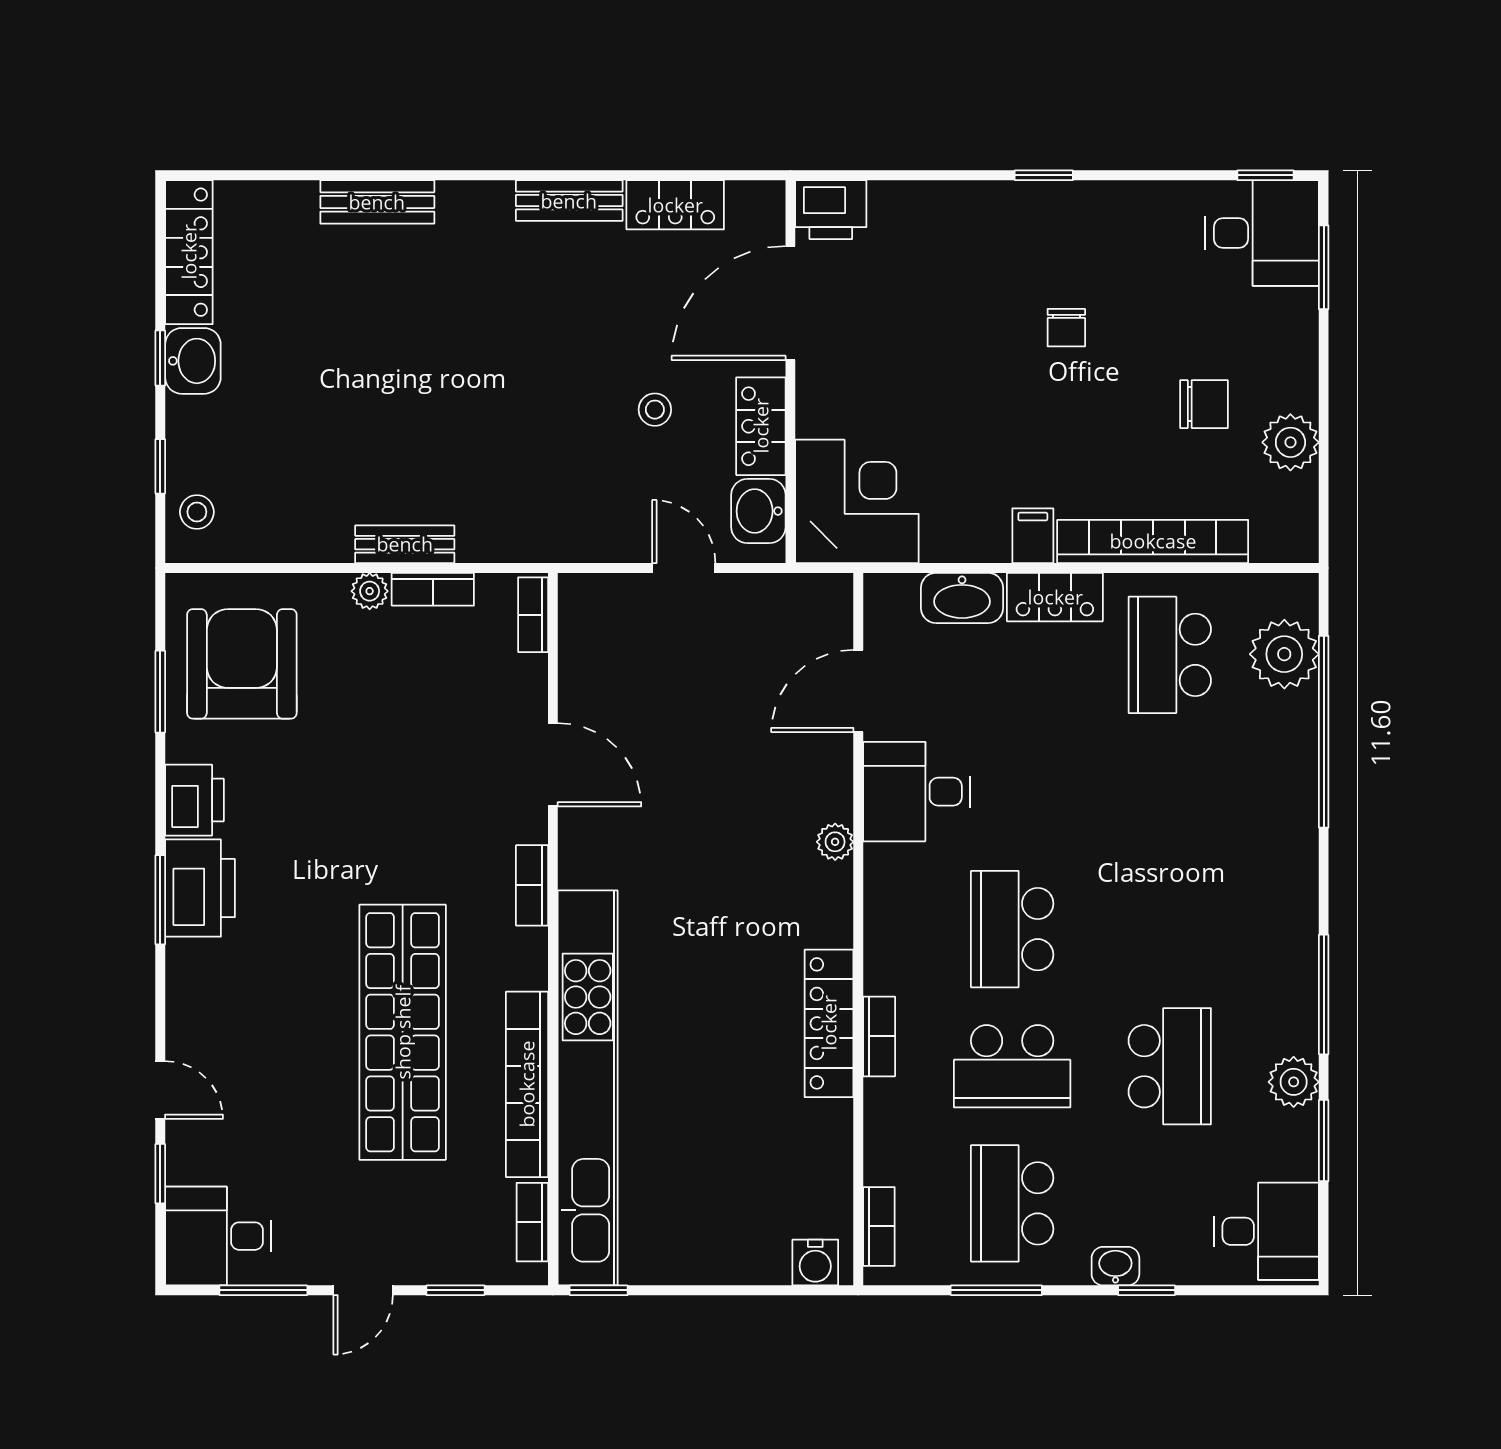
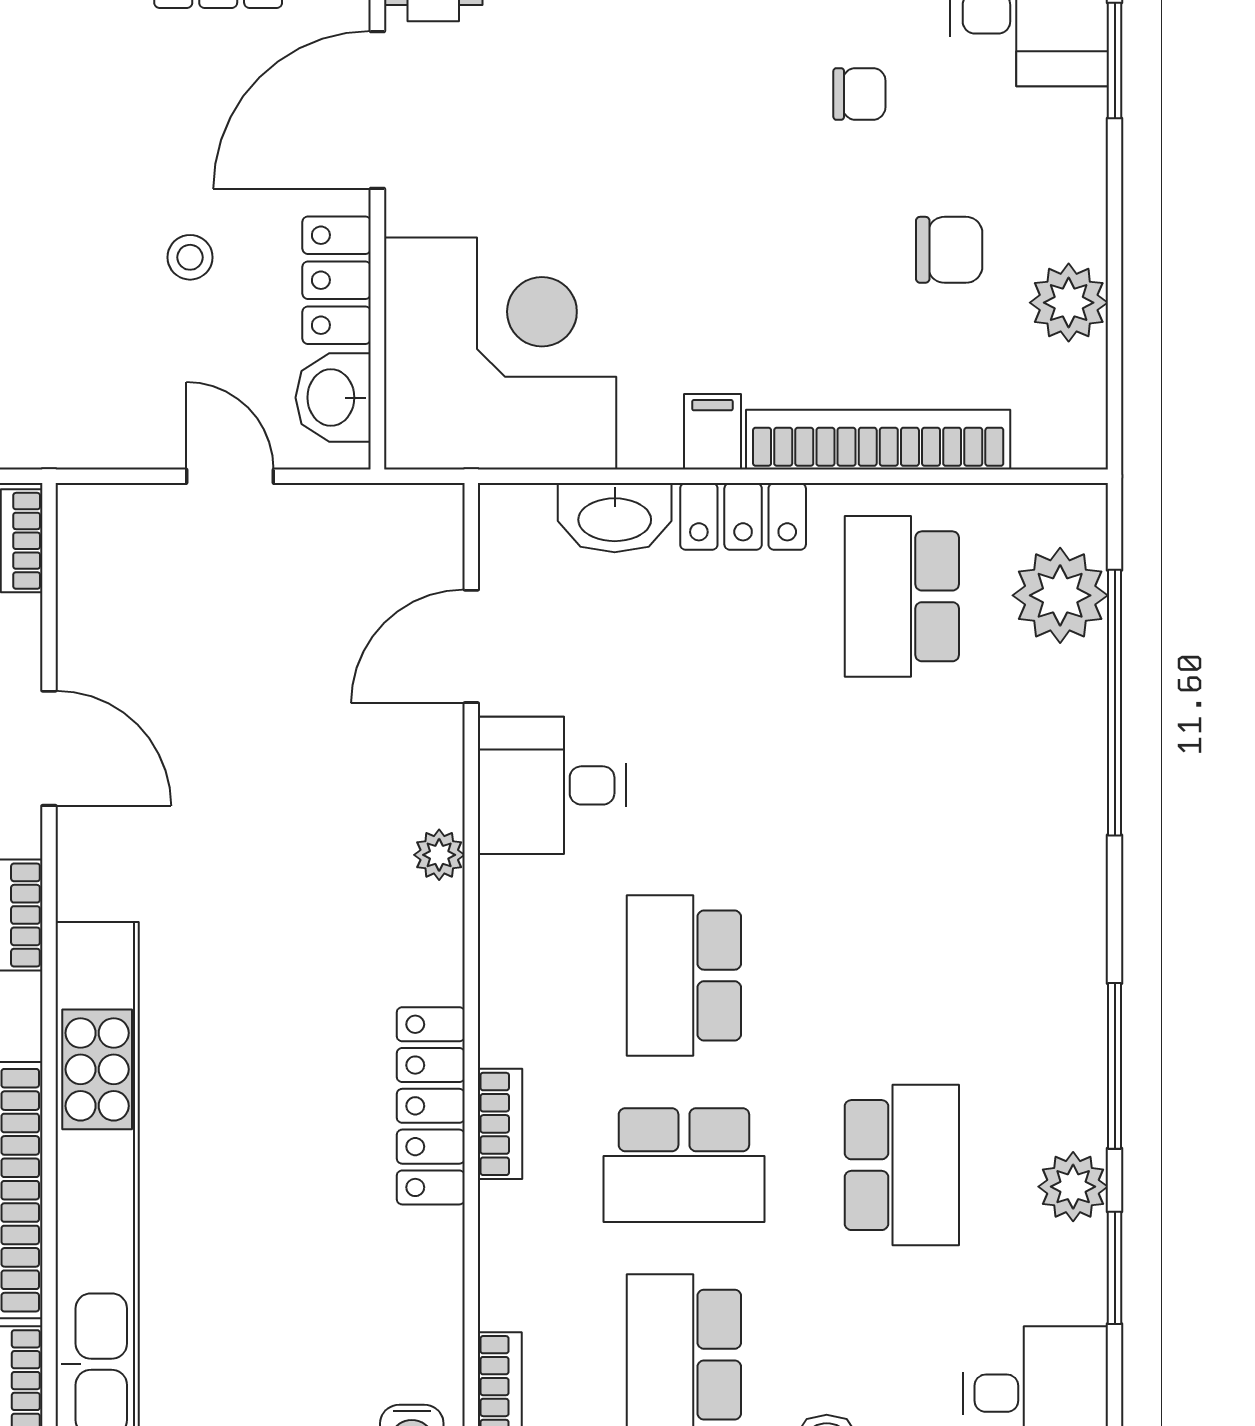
chair: (1066, 328) -> (859, 94), moved, turned -90
corner desk: (857, 501) -> (500, 354), width x1.36, depth x1.36

